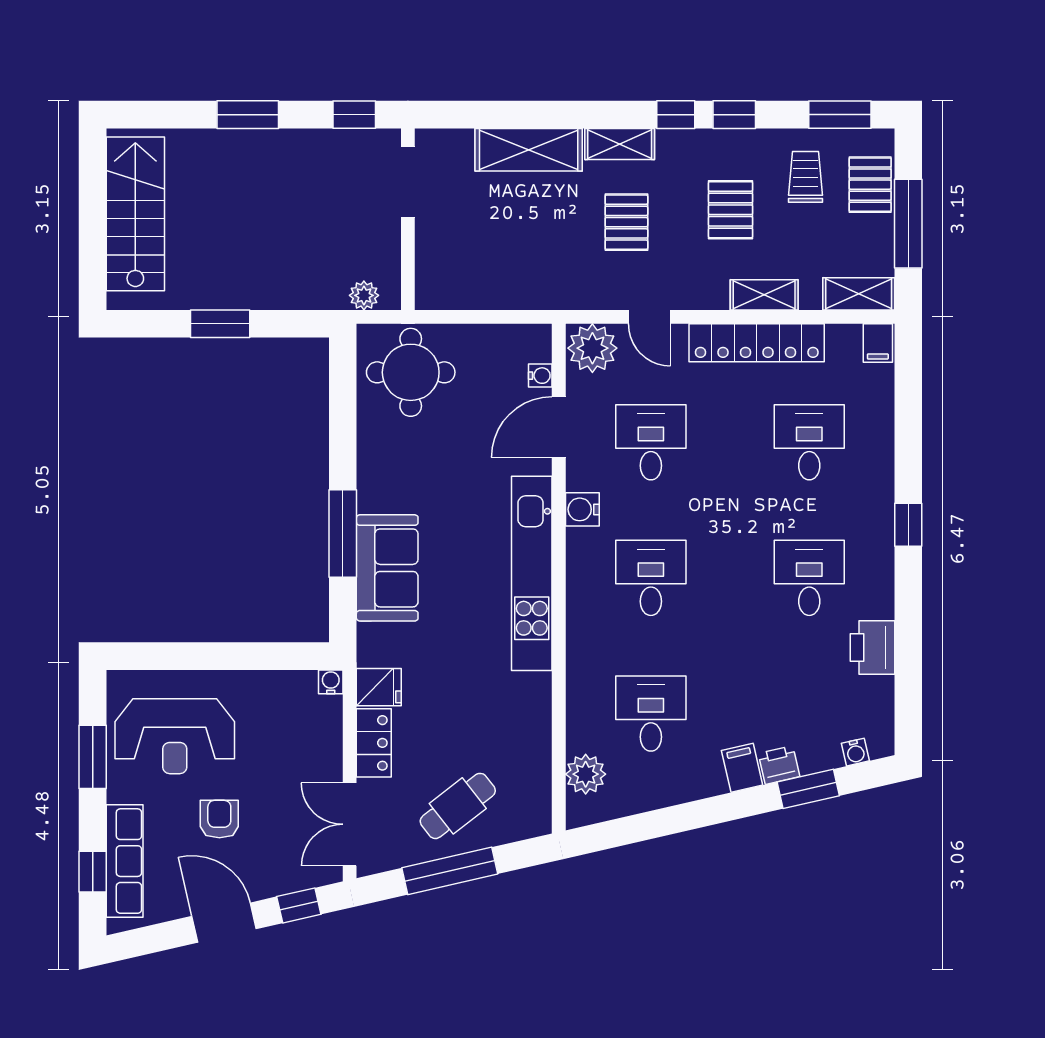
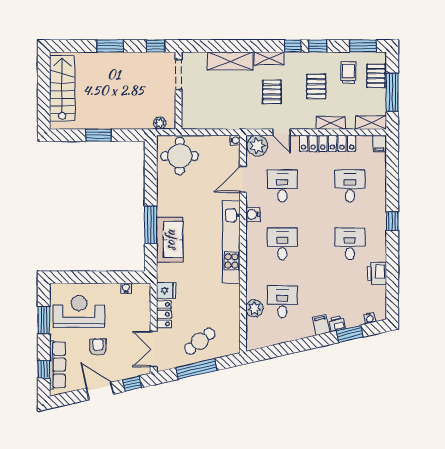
water cooler: (540, 376) -> (235, 140), moved
water cooler: (331, 682) -> (126, 288), moved
reception desk: (175, 736) -> (79, 311), turned 180
plant: (586, 774) -> (254, 308), moved

